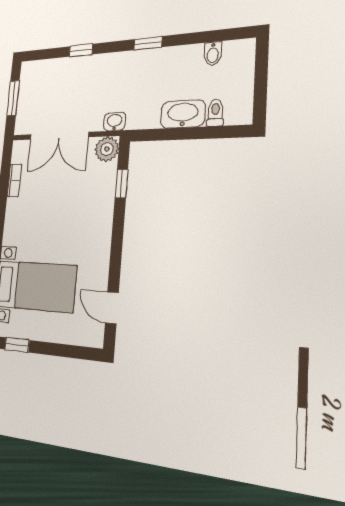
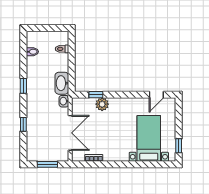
washbasin: (183, 114) -> (62, 83), moved
plant: (107, 149) -> (102, 104), moved

